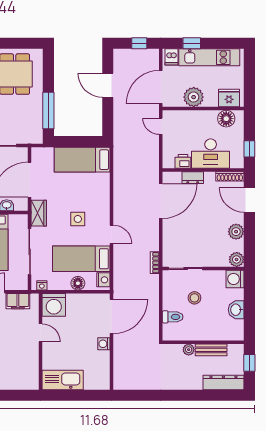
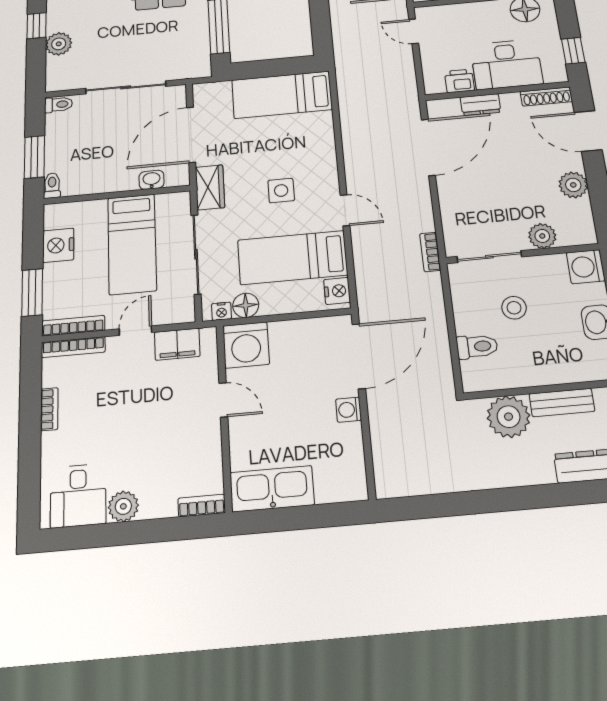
plant: (237, 259) -> (542, 236), moved
floor lamp: (78, 283) -> (246, 305), moved
plant: (189, 350) -> (509, 417), width x1.88, depth x1.88
bookcase: (27, 385) -> (202, 506), added

